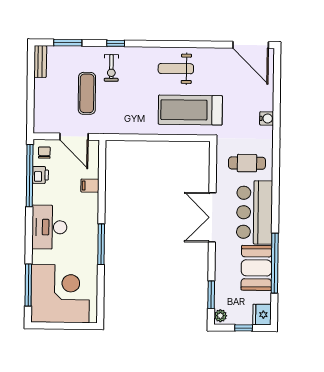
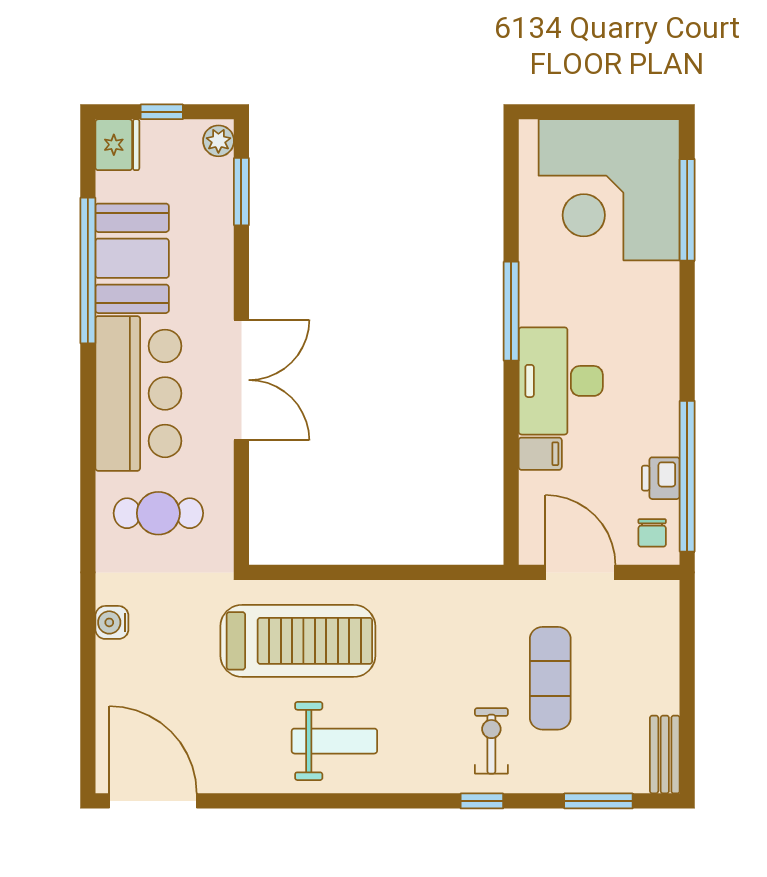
desk: (49, 227) -> (561, 381), moved, turned 180

